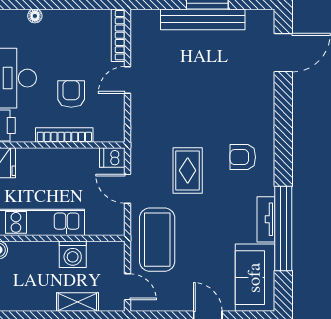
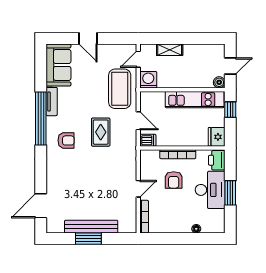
window: (283, 229) -> (41, 118), moved
washing machine: (73, 254) -> (148, 80), moved
door: (128, 287) -> (138, 59), hinge flipped

